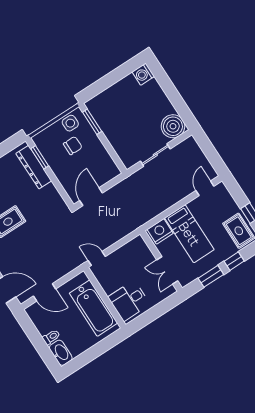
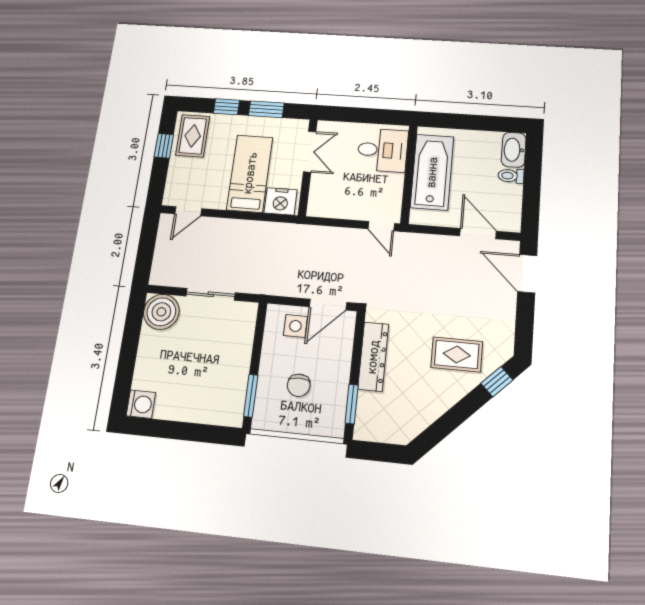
side table: (70, 123) -> (295, 326), moved
chair: (73, 146) -> (299, 385), turned -90
dresser: (34, 167) -> (373, 357), moved

